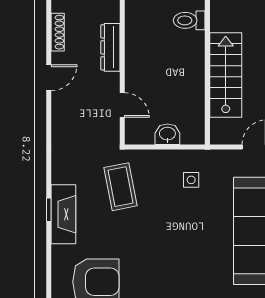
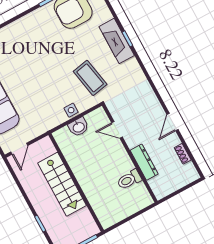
toilet: (189, 20) -> (129, 180), moved, turned 180
shoe rack: (58, 32) -> (183, 154), width x0.70
side table: (191, 180) -> (71, 110), moved

